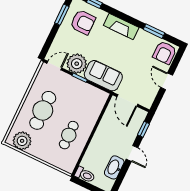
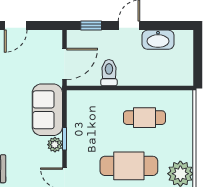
plant: (77, 64) -> (55, 145), width x0.53, depth x0.53
toilet: (85, 175) -> (109, 73), moved

